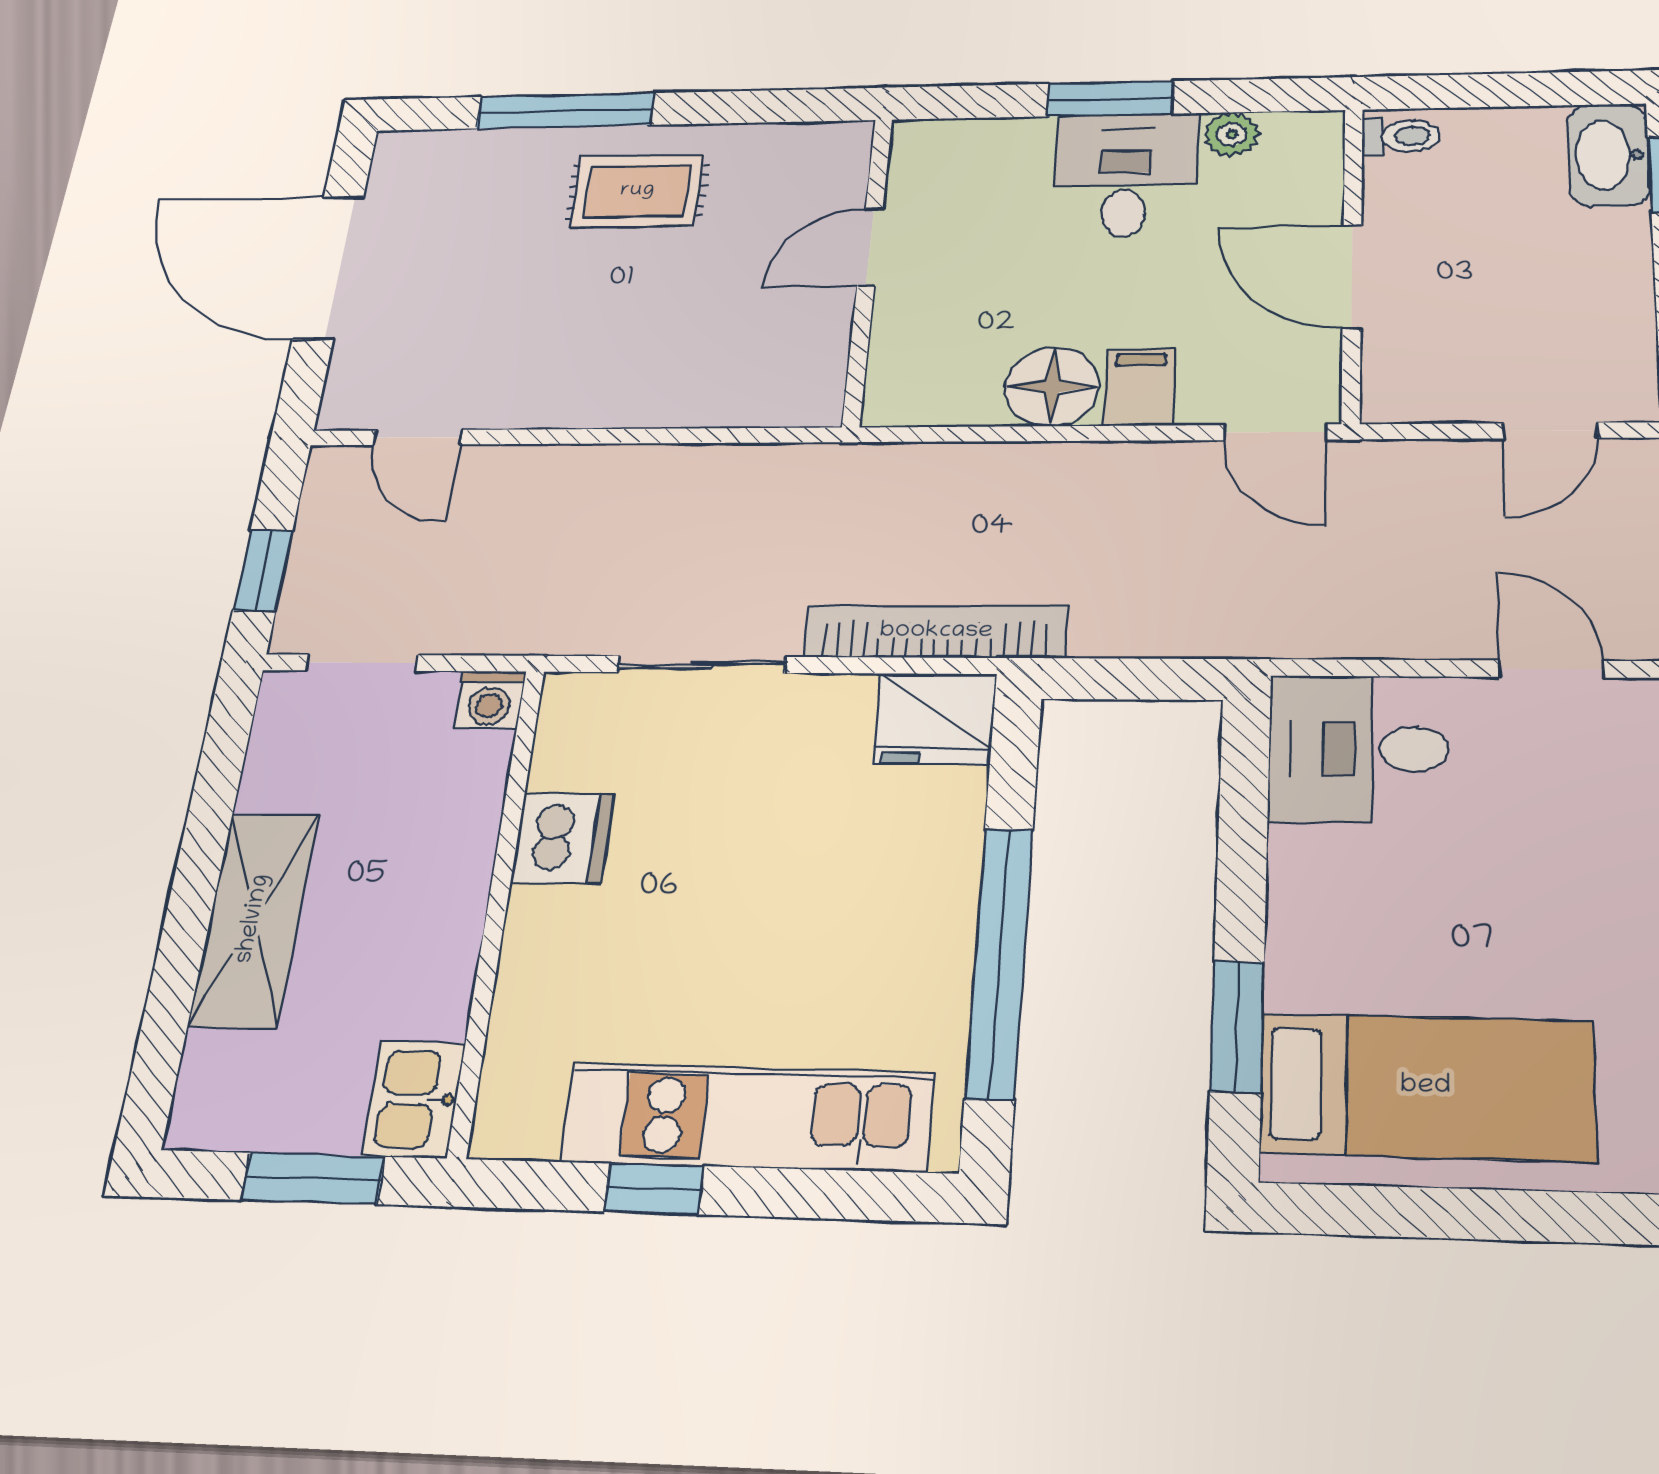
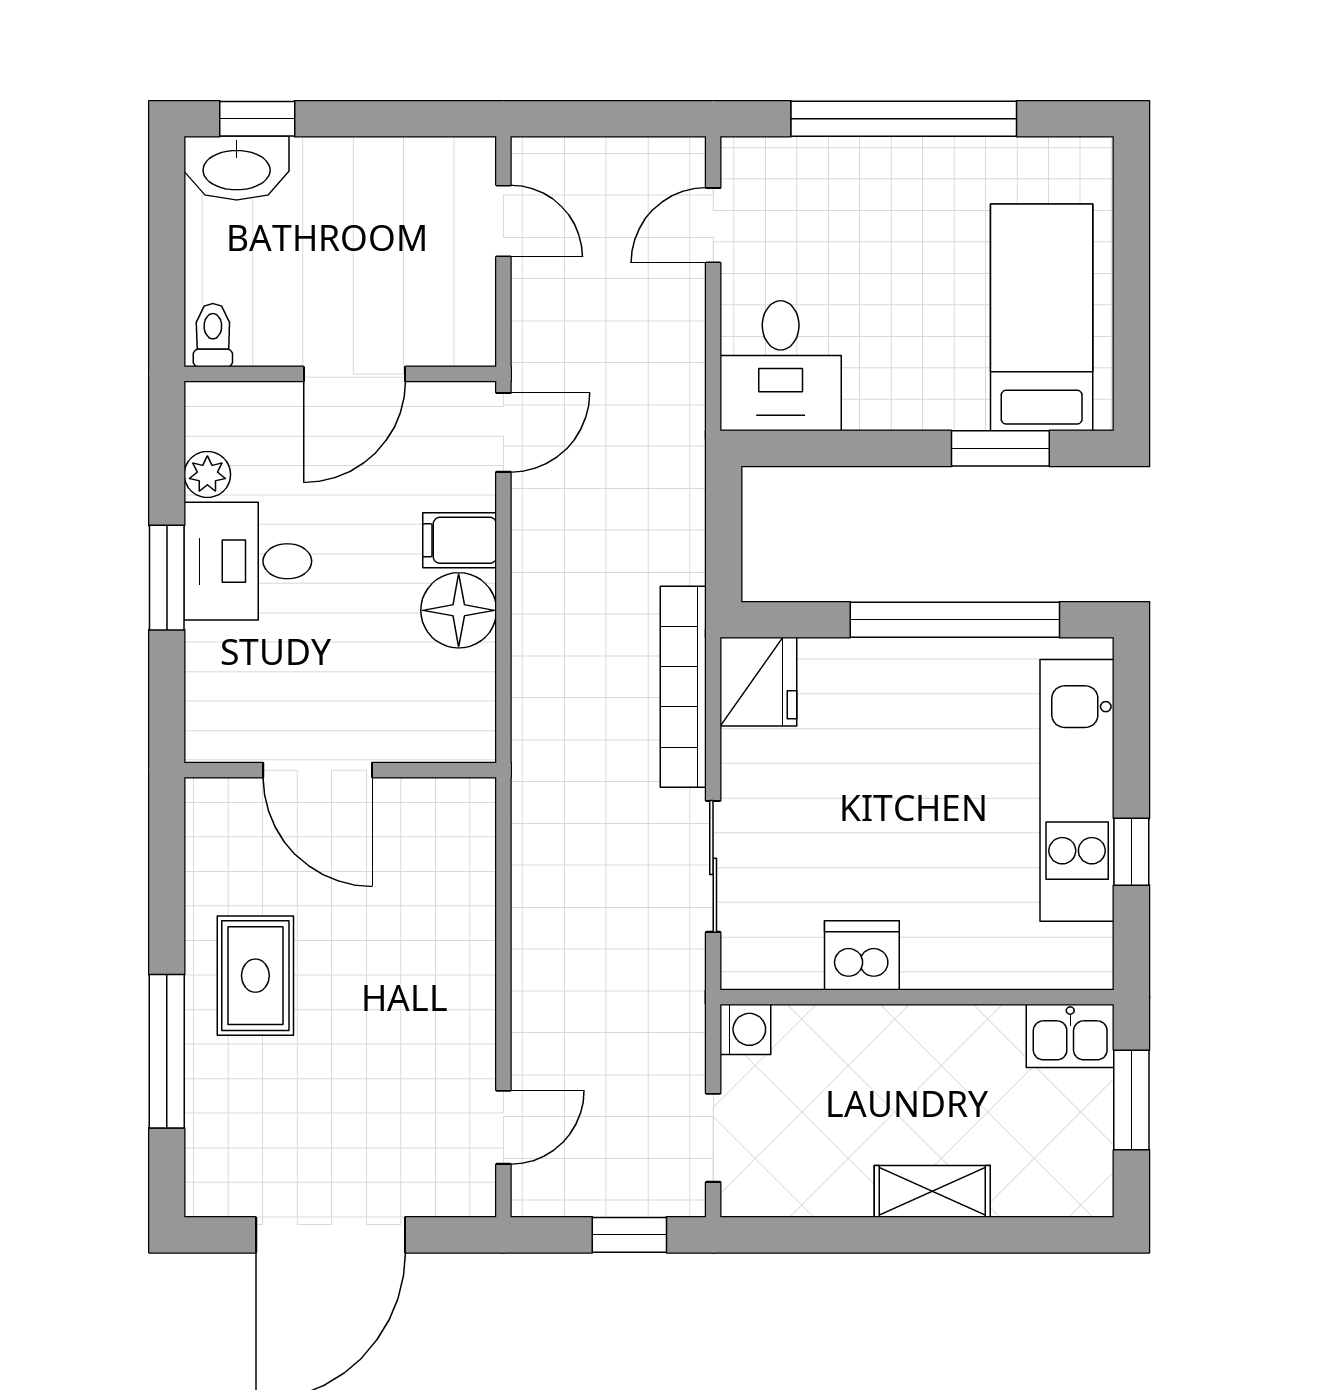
door: (870, 247) -> (318, 770), width x1.38
shelving: (254, 919) -> (932, 1191), width x0.67, depth x0.75

